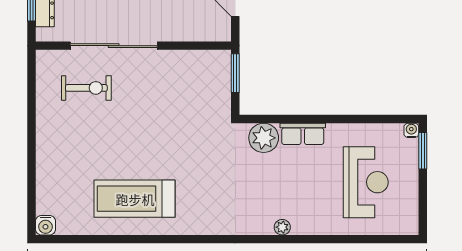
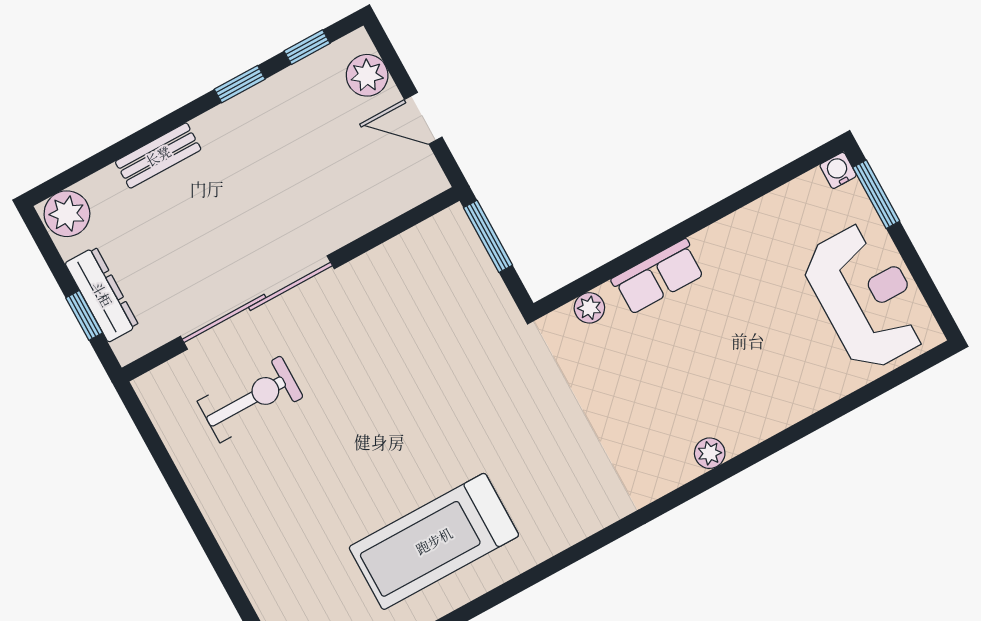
plant: (264, 138) -> (589, 308), width x0.53, depth x0.53
reception desk: (366, 182) -> (866, 297), moved

